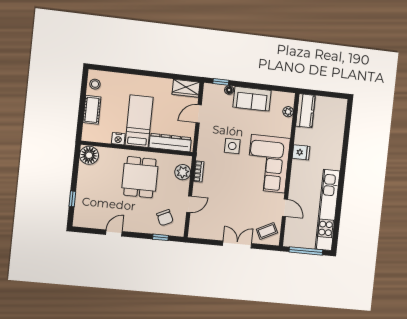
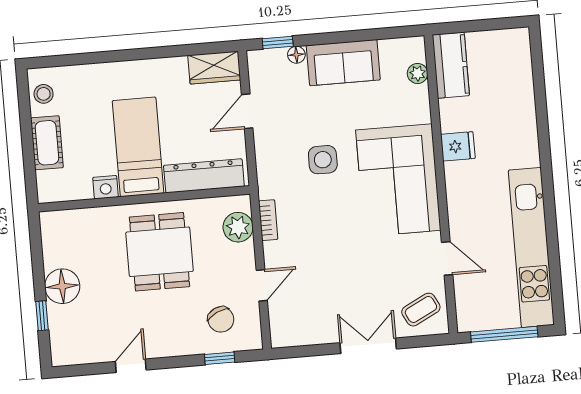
floor lamp: (89, 155) -> (62, 286), moved

